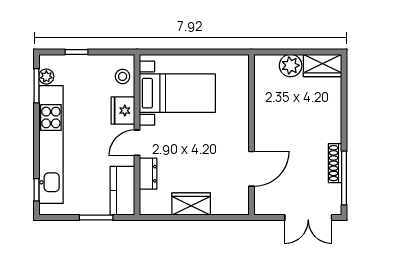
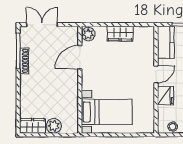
stool: (123, 76) -> (173, 127), moved
bed with nightstands: (177, 93) -> (107, 112), moved, turned 180
dresser: (148, 174) -> (149, 54), removed
plant: (239, 203) -> (88, 34), added

